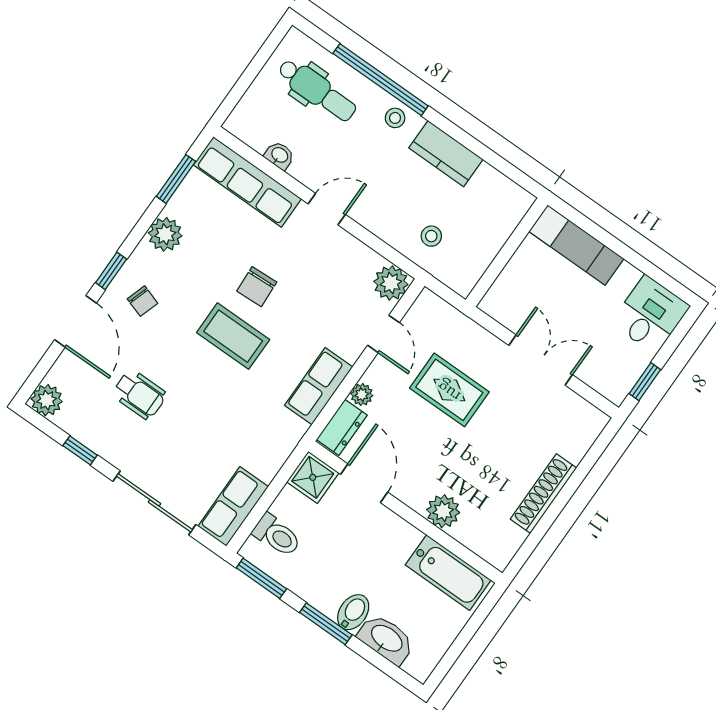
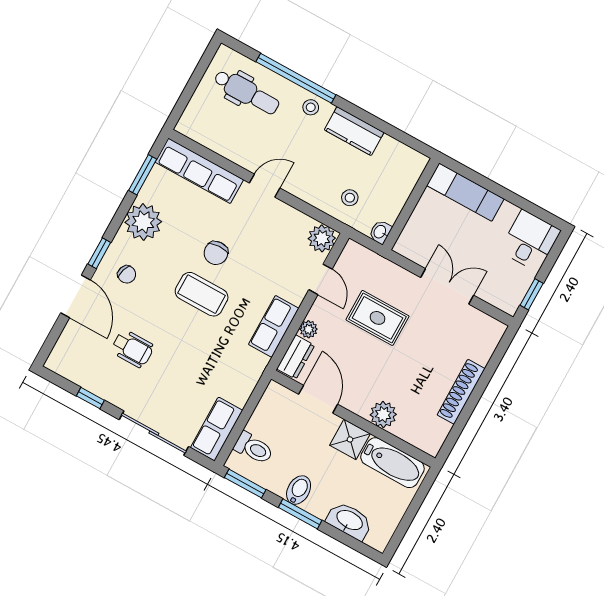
washbasin: (279, 155) -> (380, 232), moved, turned -90
plant: (165, 234) -> (143, 222), width x1.36, depth x1.36
plant: (47, 400) -> (60, 361), removed
shower: (313, 477) -> (350, 439), moved
bidet: (353, 612) -> (299, 490), moved

